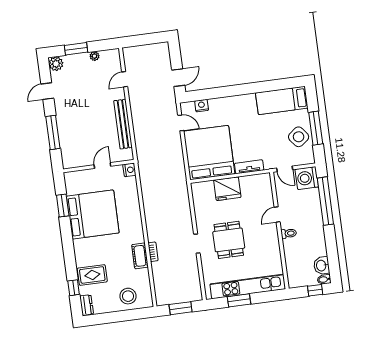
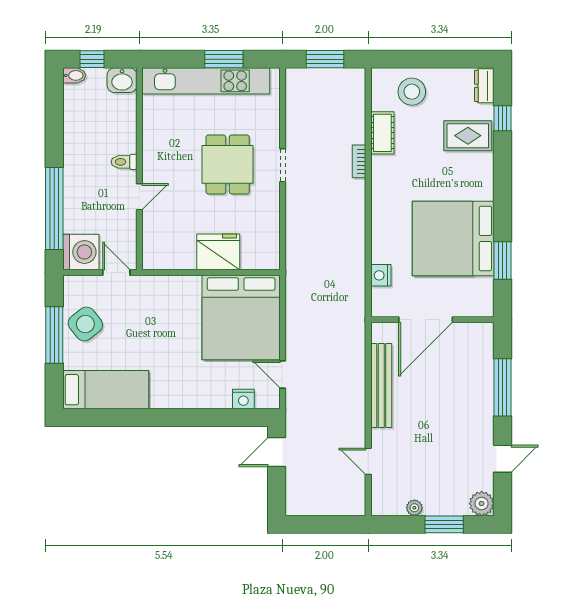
door: (125, 79) -> (368, 461), swing flipped
door: (102, 166) -> (426, 320), width x1.87
tv unit: (249, 167) -> (176, 284), removed
nightstand: (129, 170) -> (381, 275), moved
cot: (140, 256) -> (382, 133), moved
washbasin: (322, 266) -> (122, 80), moved, turned 90

